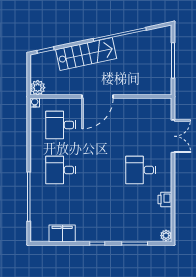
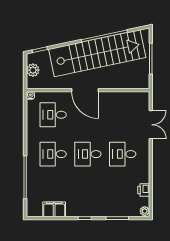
stairs: (86, 54) -> (97, 53), width x1.86, depth x1.51
plant: (38, 88) -> (33, 70), moved
door: (97, 97) -> (85, 90), hinge flipped
desk: (101, 170) -> (88, 154), added
printer: (165, 199) -> (144, 190), moved

